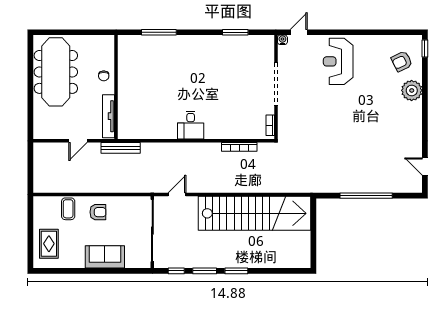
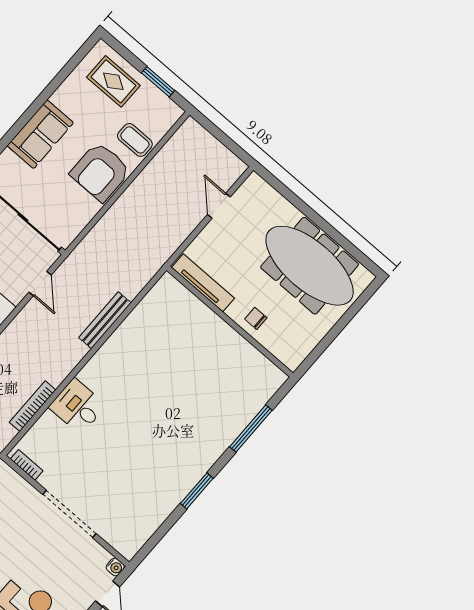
window: (235, 32) -> (197, 491), moved
desk: (191, 125) -> (77, 406), moved
door: (78, 141) -> (219, 206), moved
bench: (121, 148) -> (105, 320), moved
armchair: (98, 212) -> (100, 172), width x1.88, depth x1.88
window: (30, 222) -> (158, 82), added

